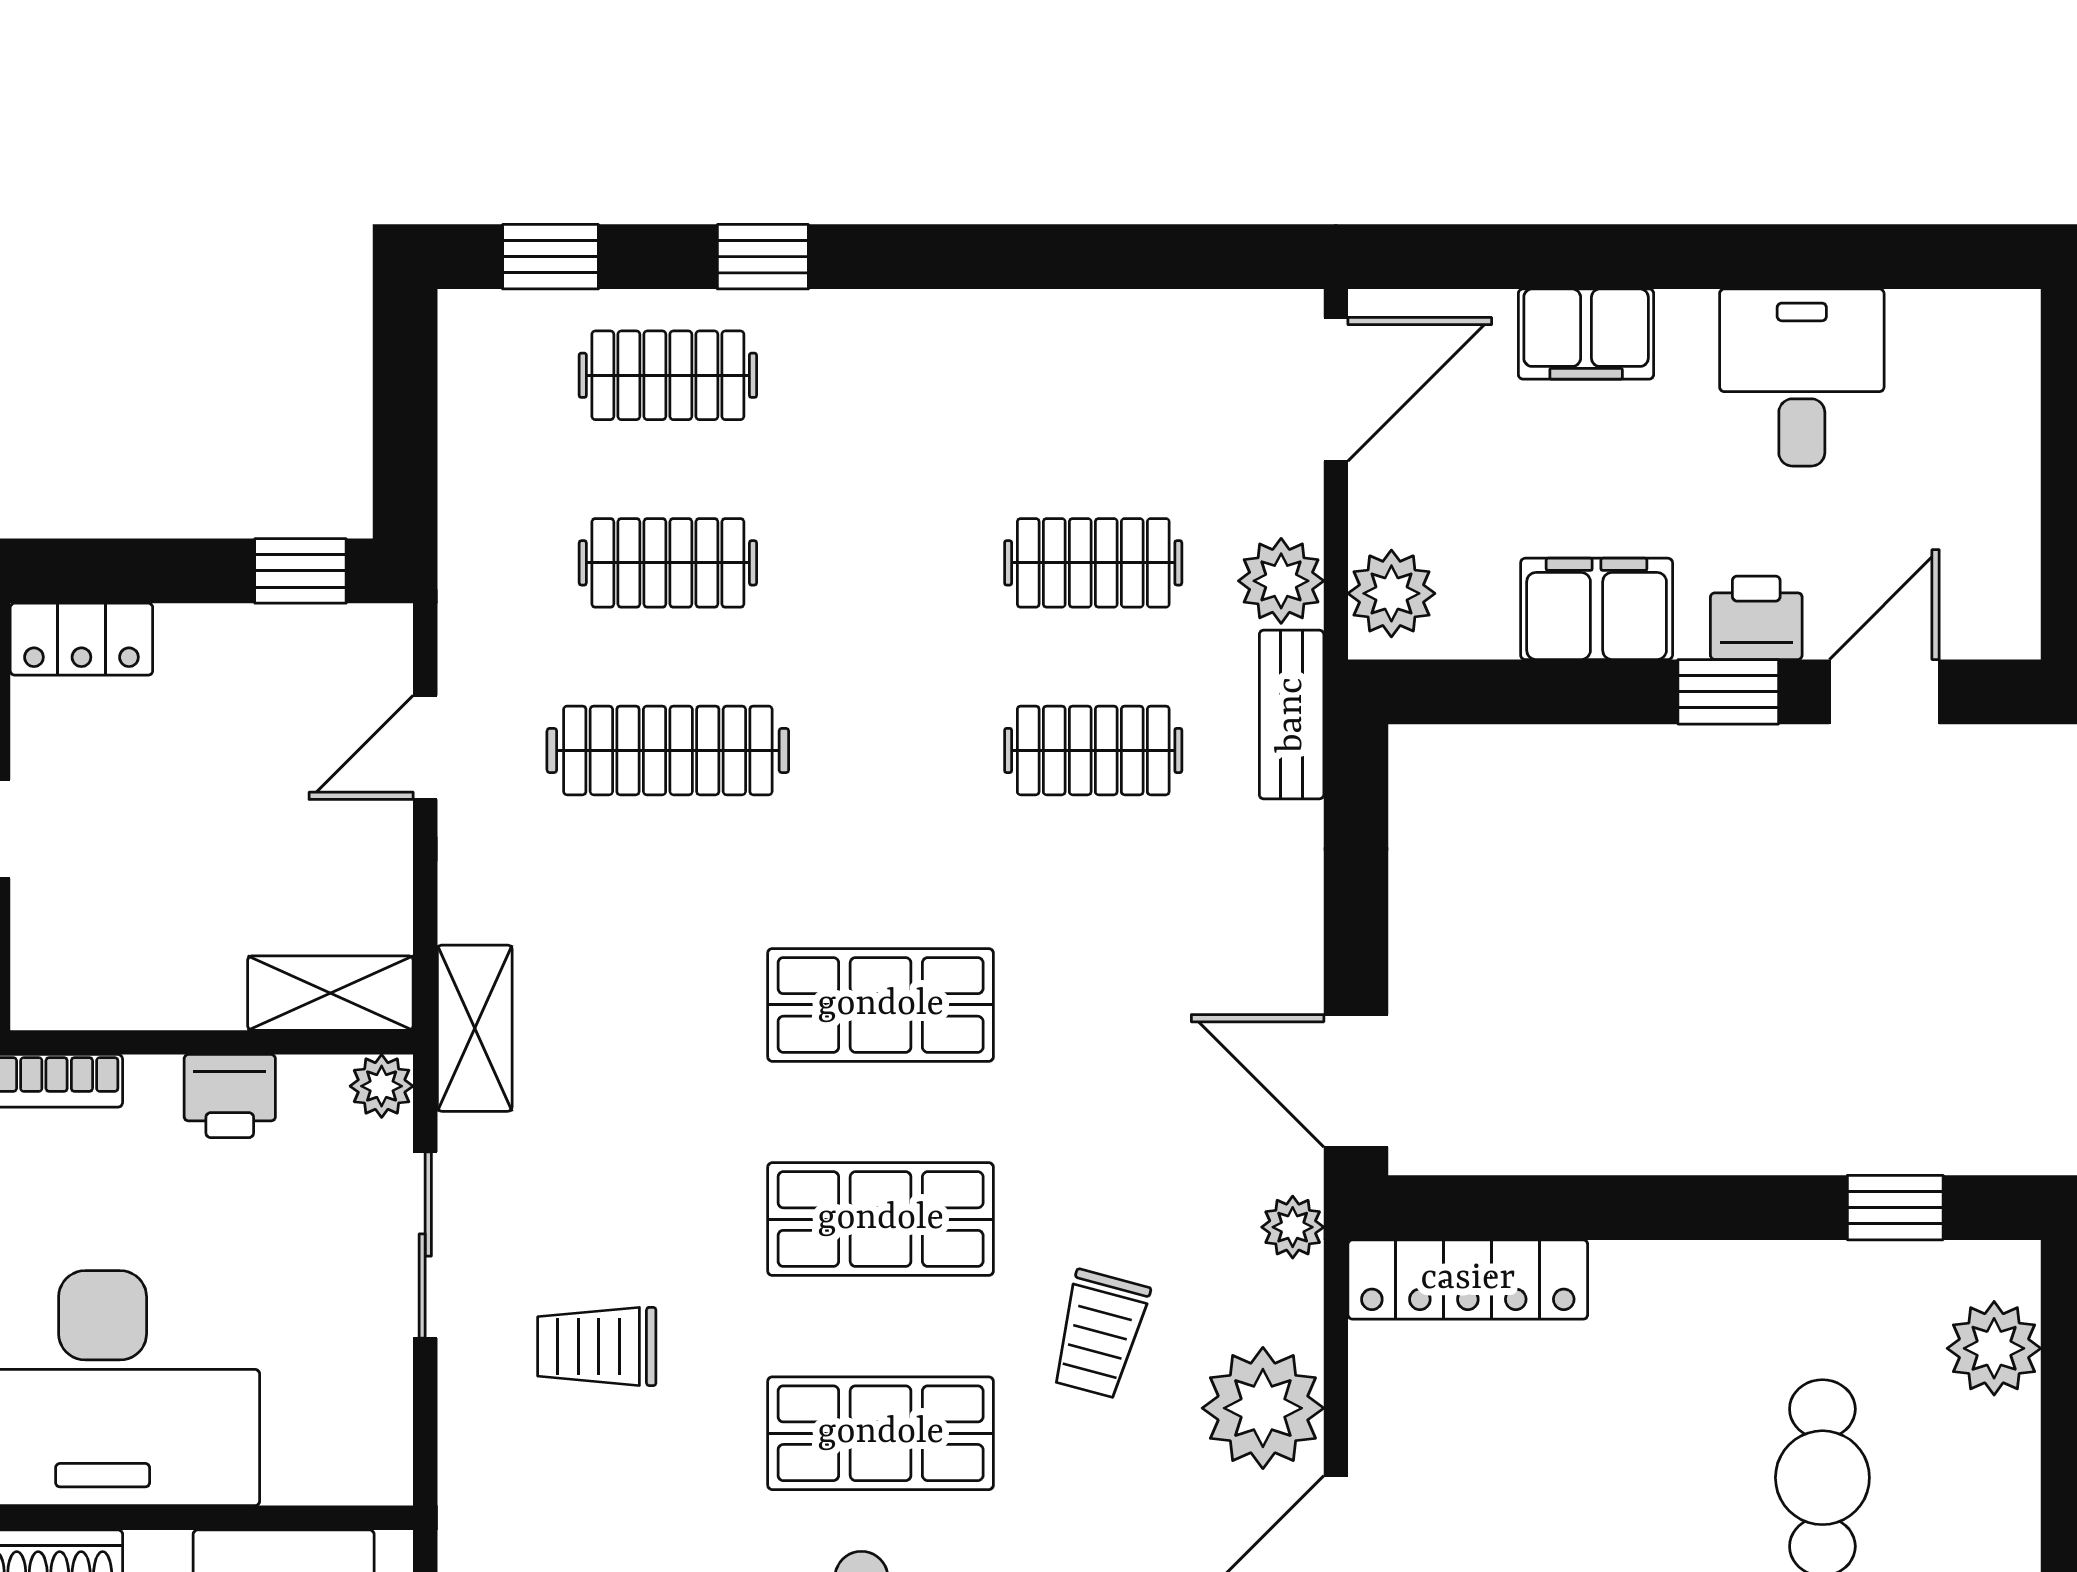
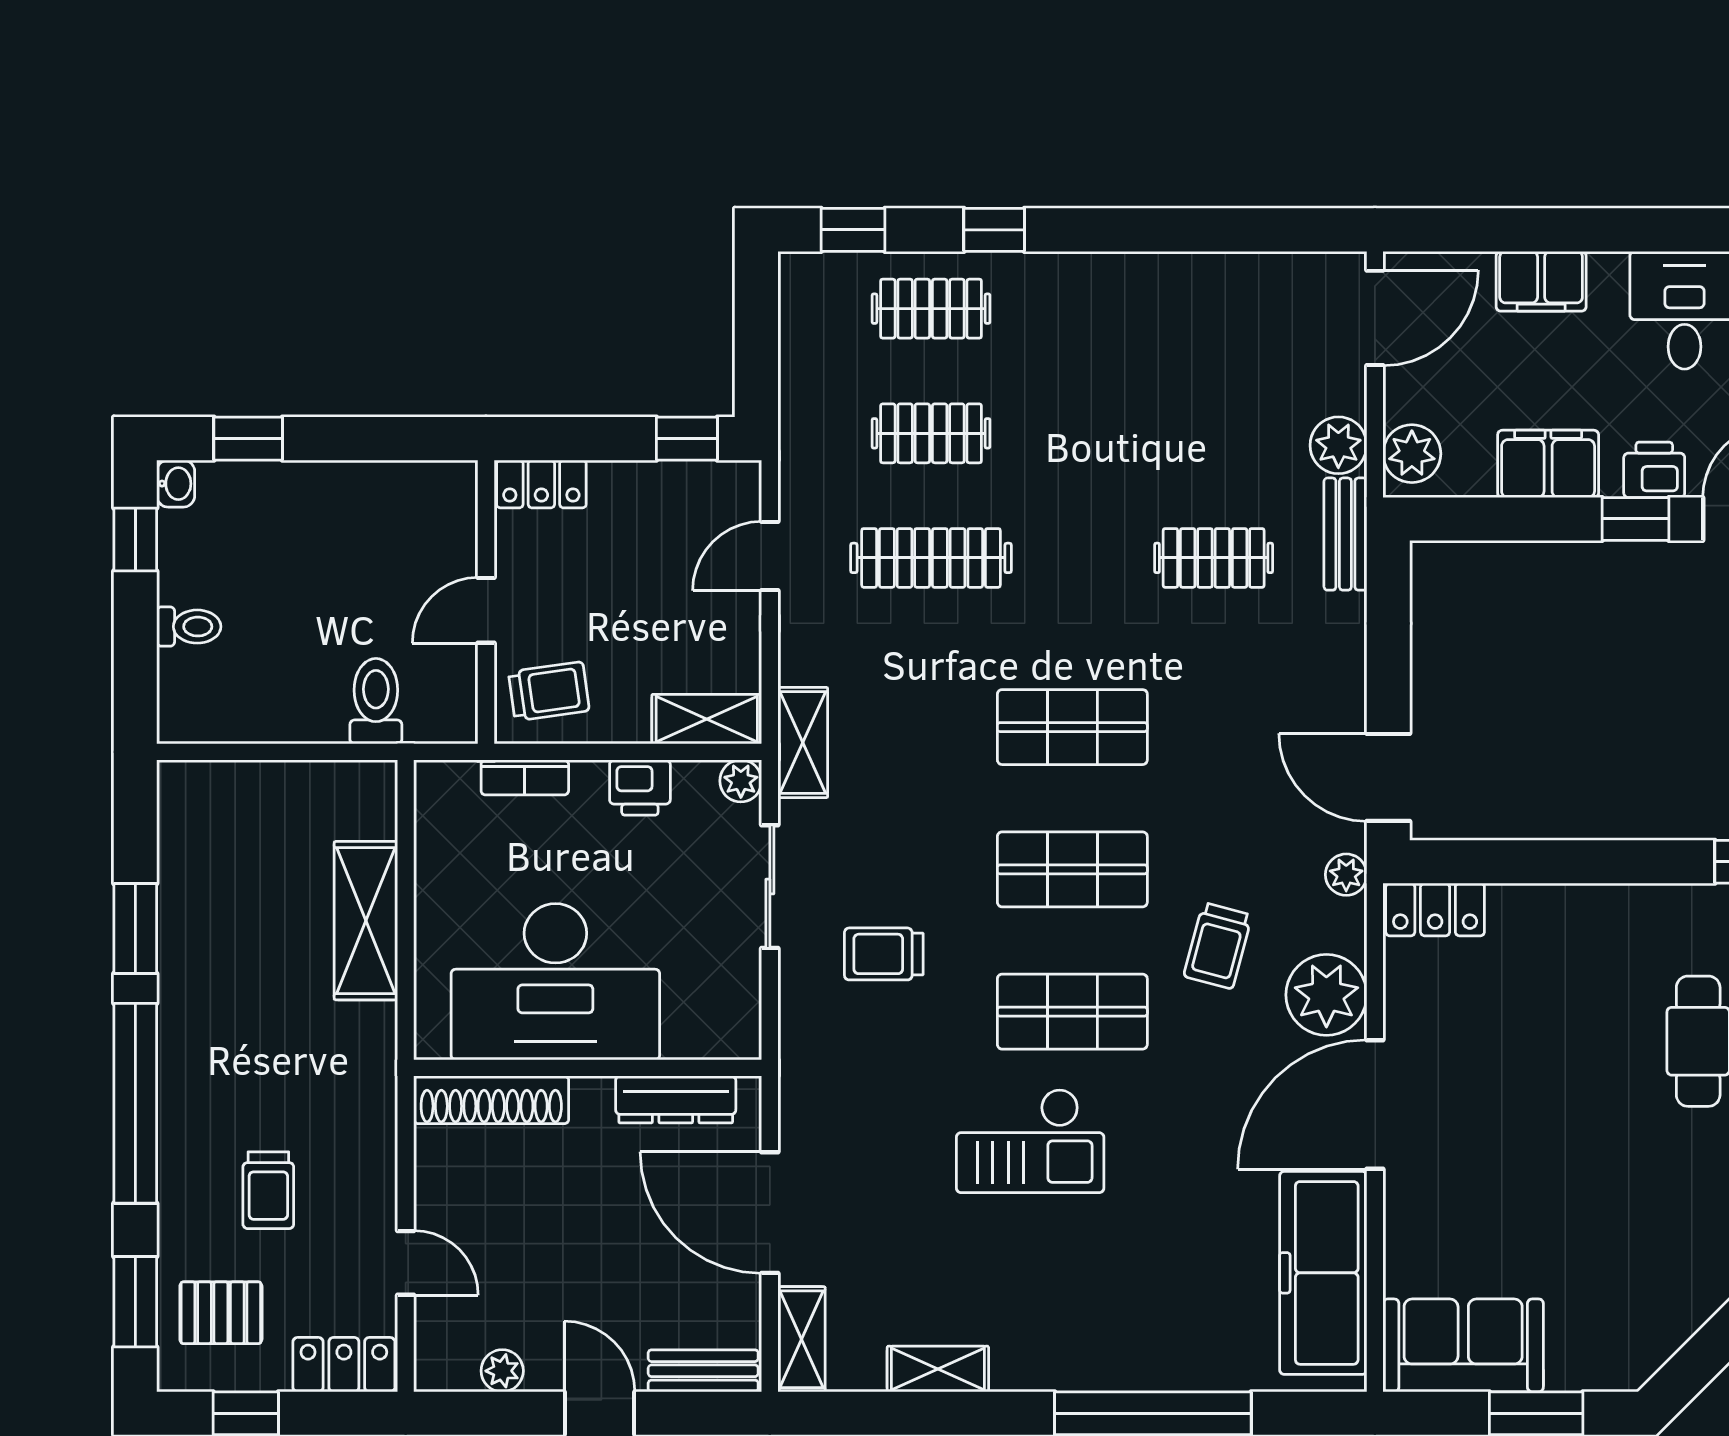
clothes rail: (1093, 563) -> (1214, 433), removed
trolley: (93, 951) -> (549, 691), added
locker: (1468, 1279) -> (1435, 909), width x0.66

